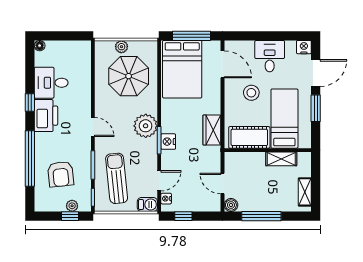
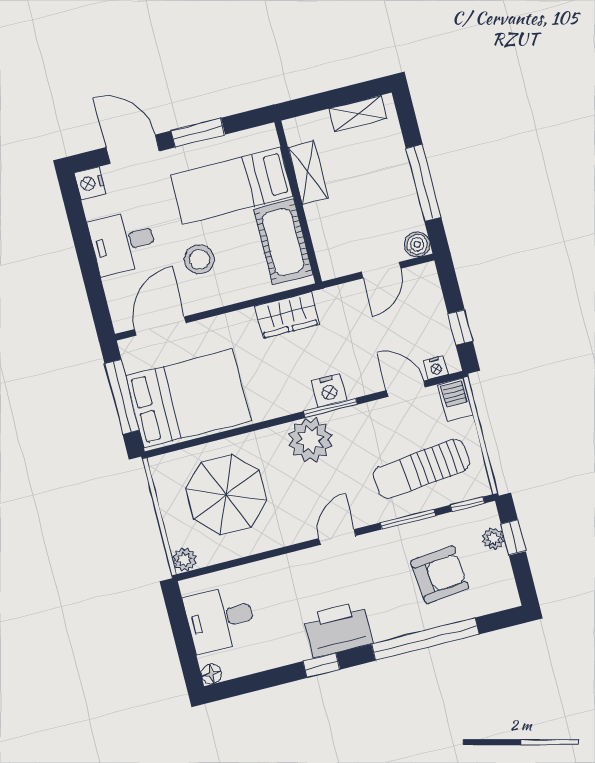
plant: (121, 47) -> (185, 560), moved
desk: (51, 83) -> (220, 619), moved, turned 90

